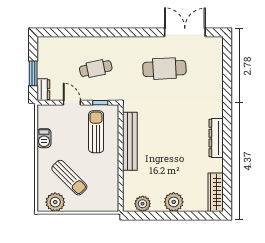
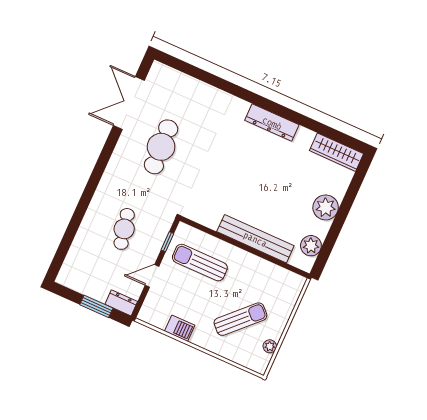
bench: (130, 141) -> (255, 239), moved
plant: (55, 202) -> (270, 346), width x0.53, depth x0.53

